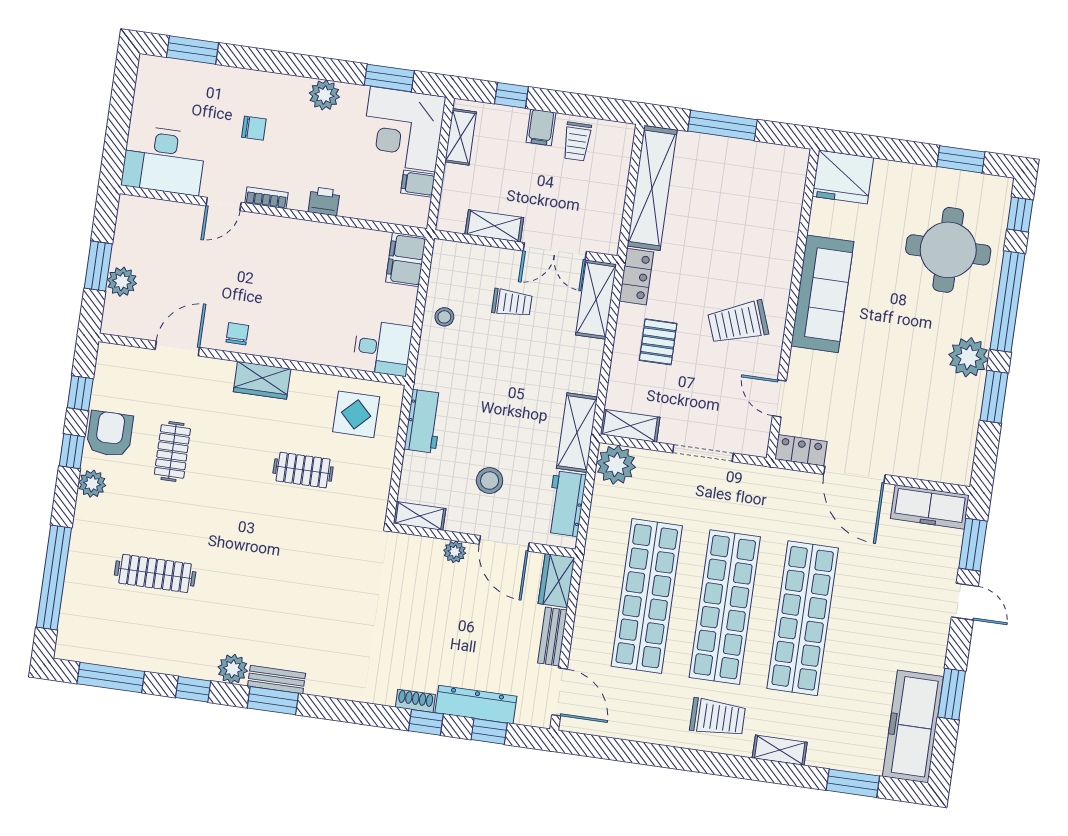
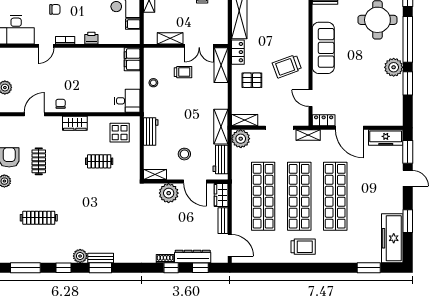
pallet: (658, 342) -> (252, 80), turned 90
plant: (455, 552) -> (169, 193), width x1.87, depth x1.87
shelving: (780, 750) -> (308, 135), moved

